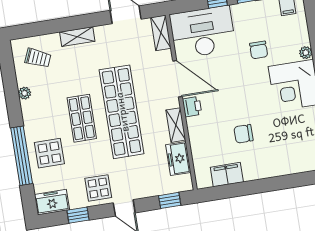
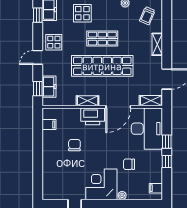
printer: (192, 107) -> (93, 116), width x1.87, depth x1.48
freezer: (178, 159) -> (49, 87), moved, turned 90
filing cabinet: (227, 175) -> (49, 124), width x0.50
window: (78, 215) -> (38, 15), moved

